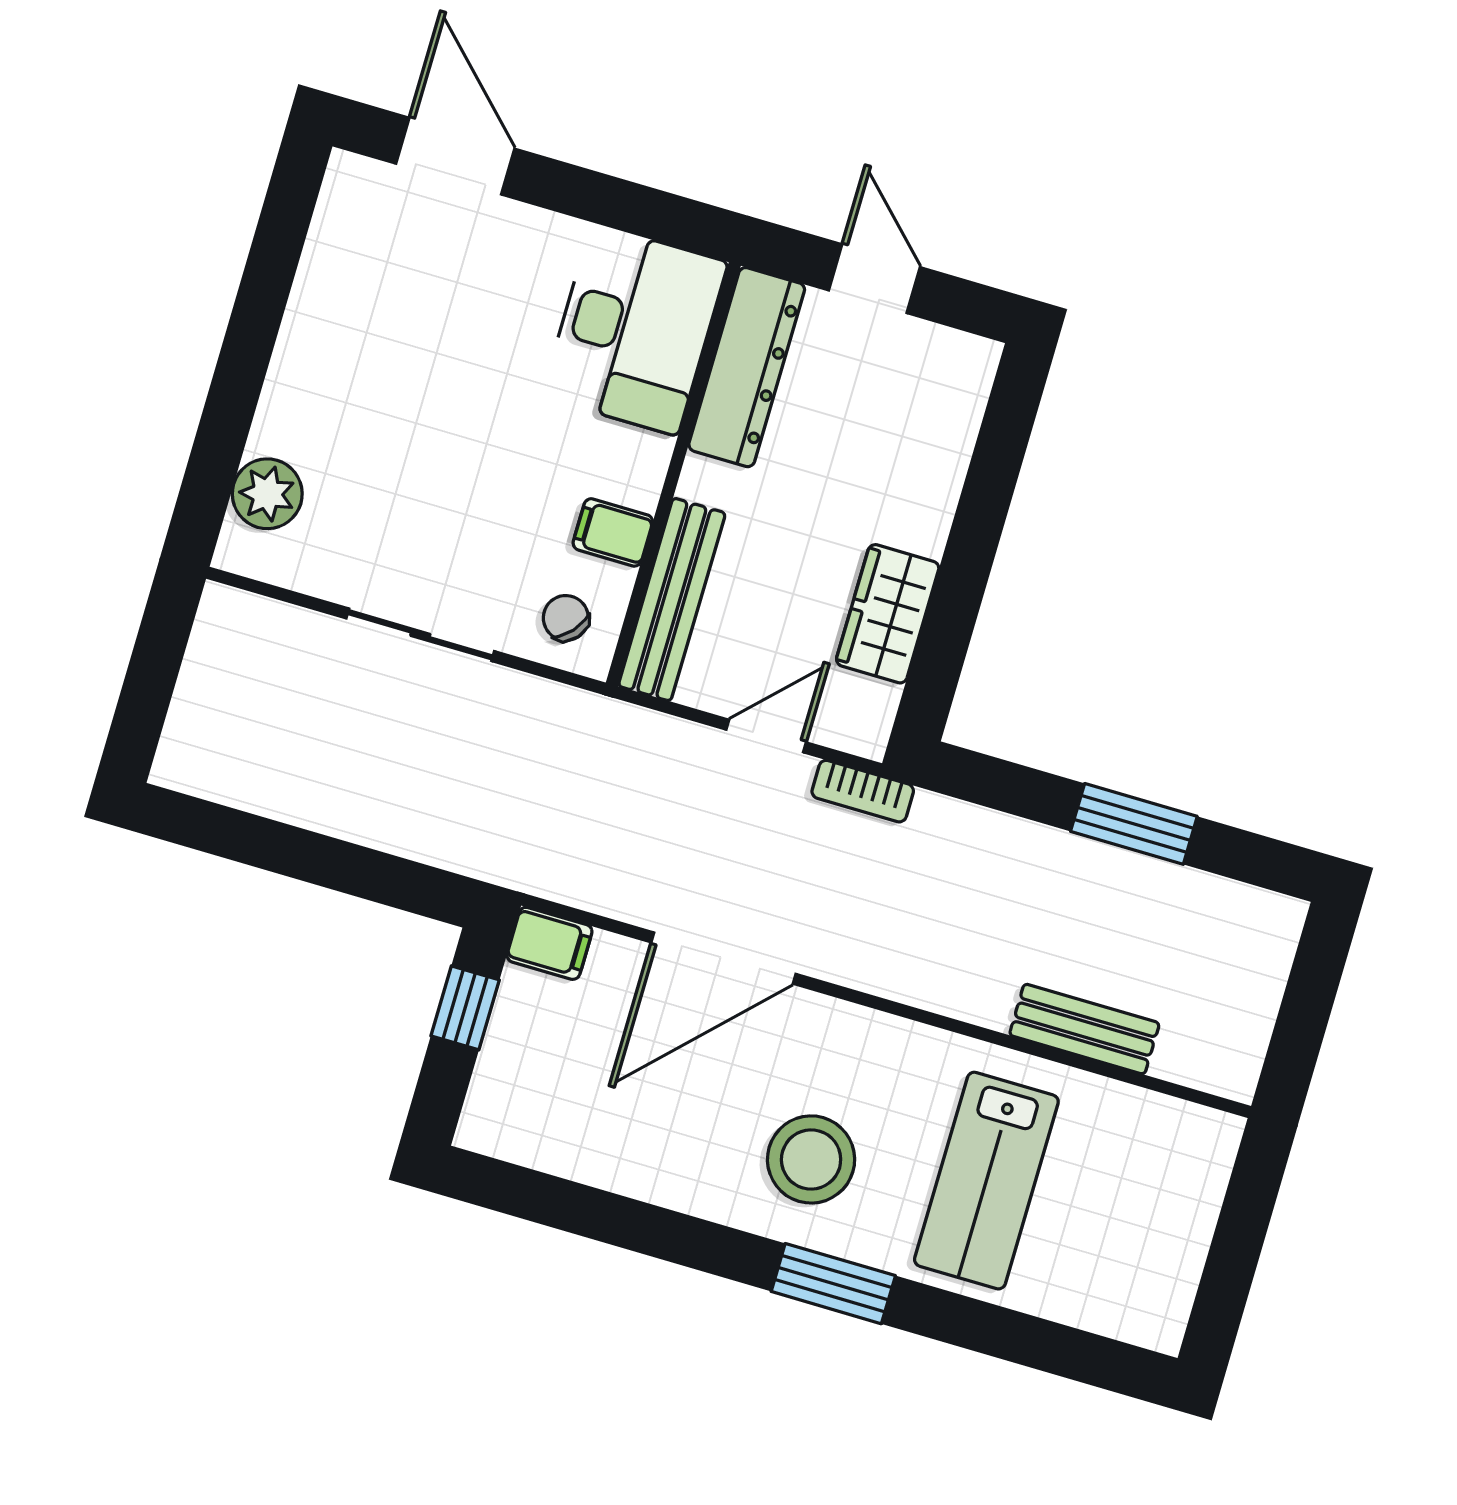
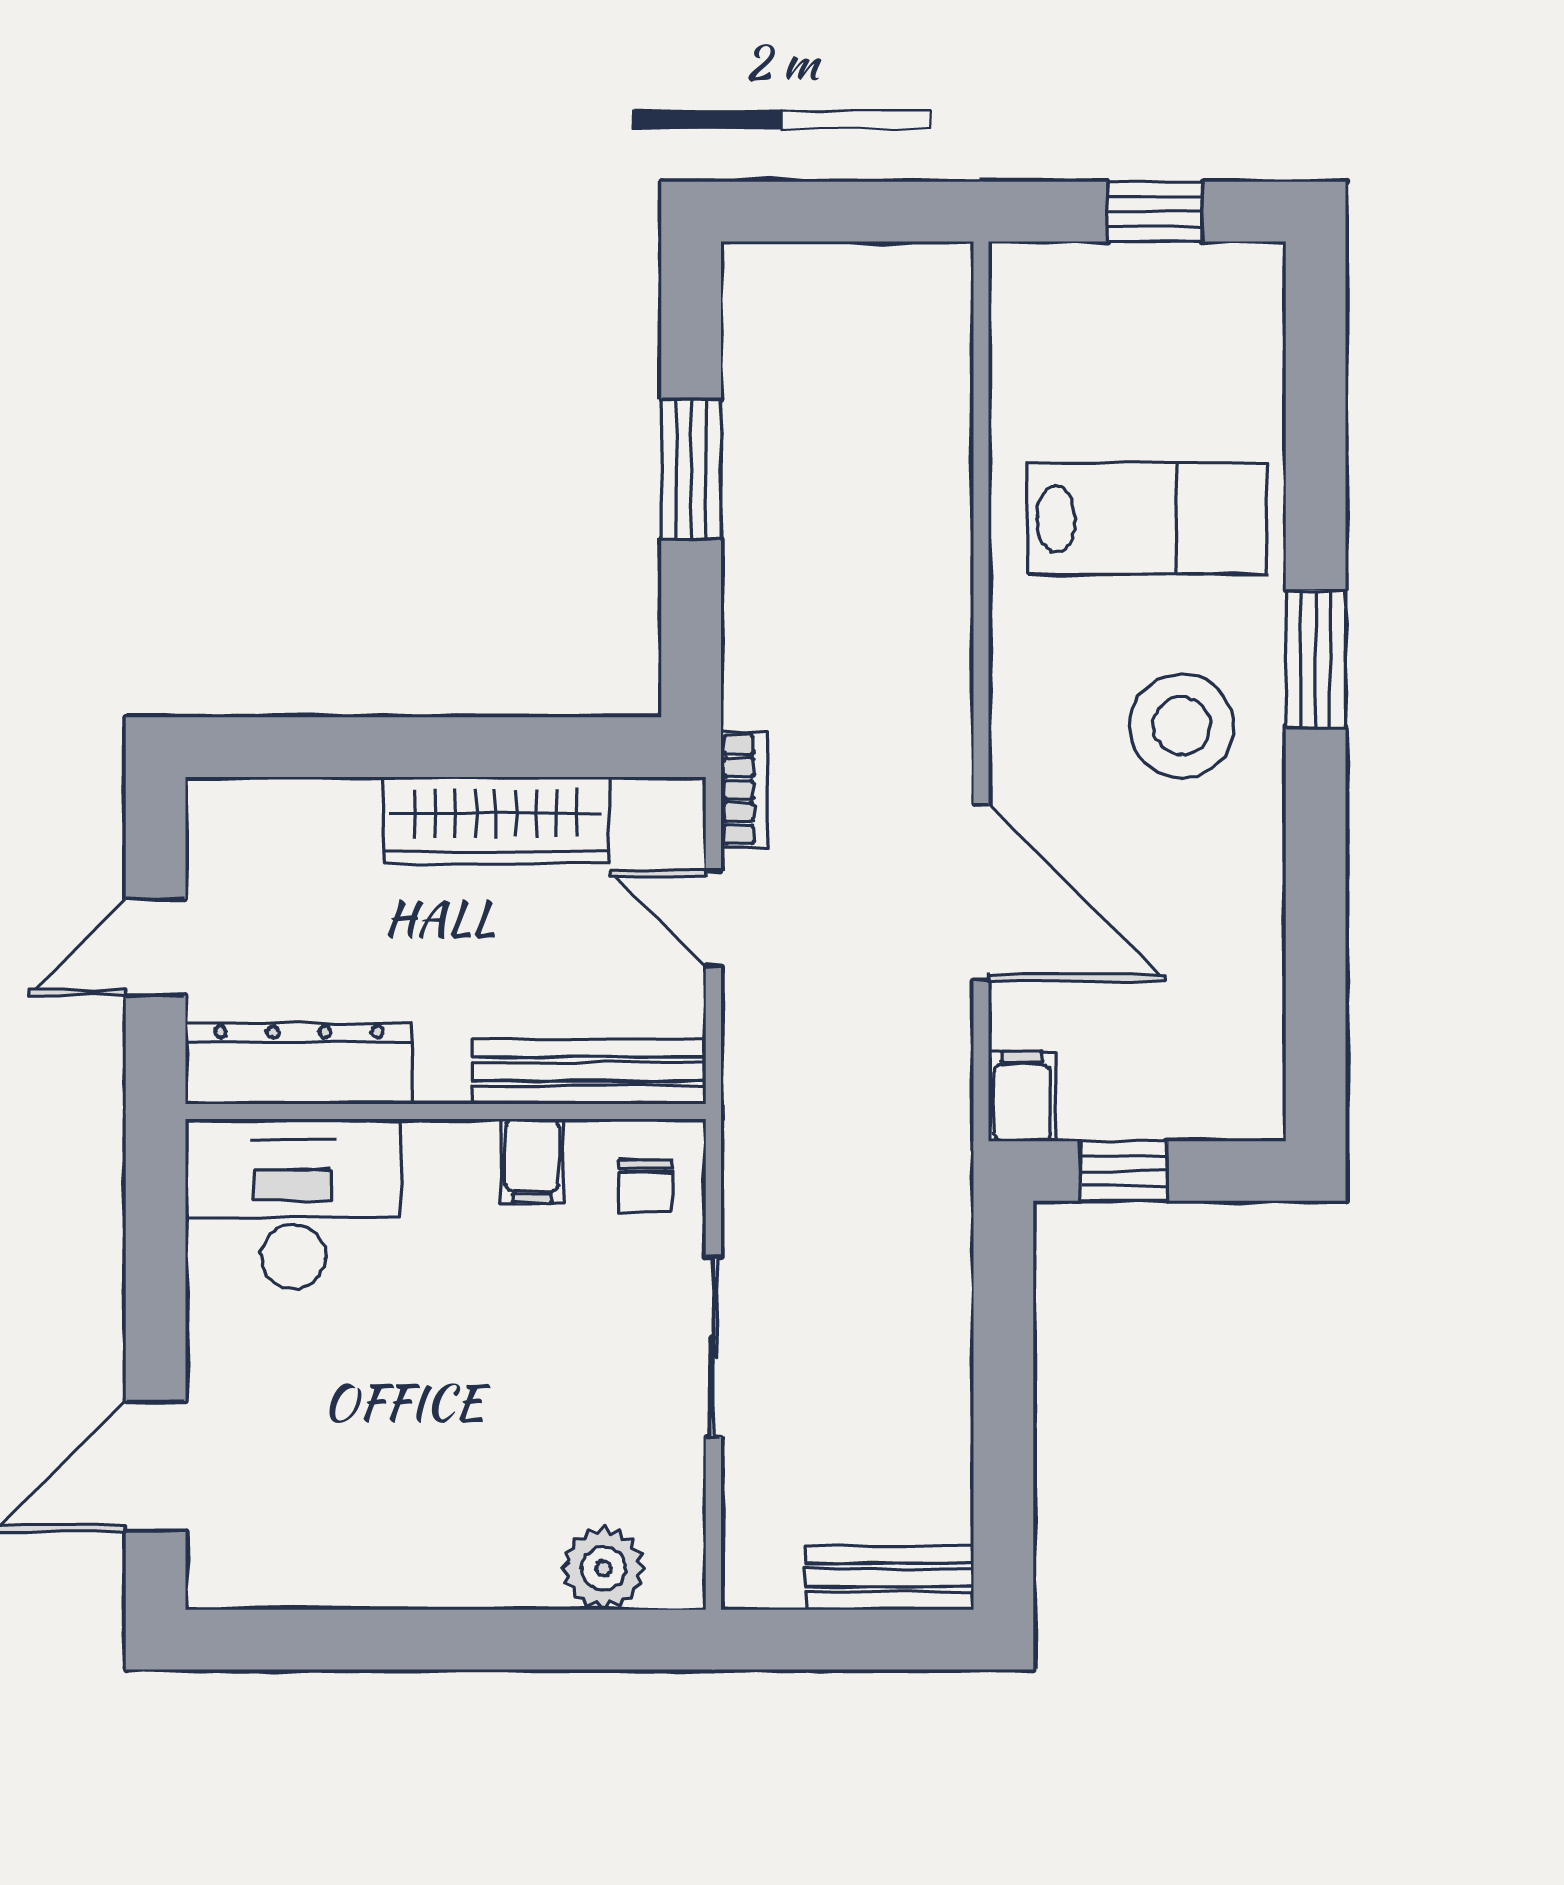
wardrobe: (888, 614) -> (496, 820), width x1.50
chair: (566, 618) -> (646, 1186), turned -41
bench: (1084, 1029) -> (890, 1578), moved, turned 90
window: (1232, 1259) -> (1155, 212), added

